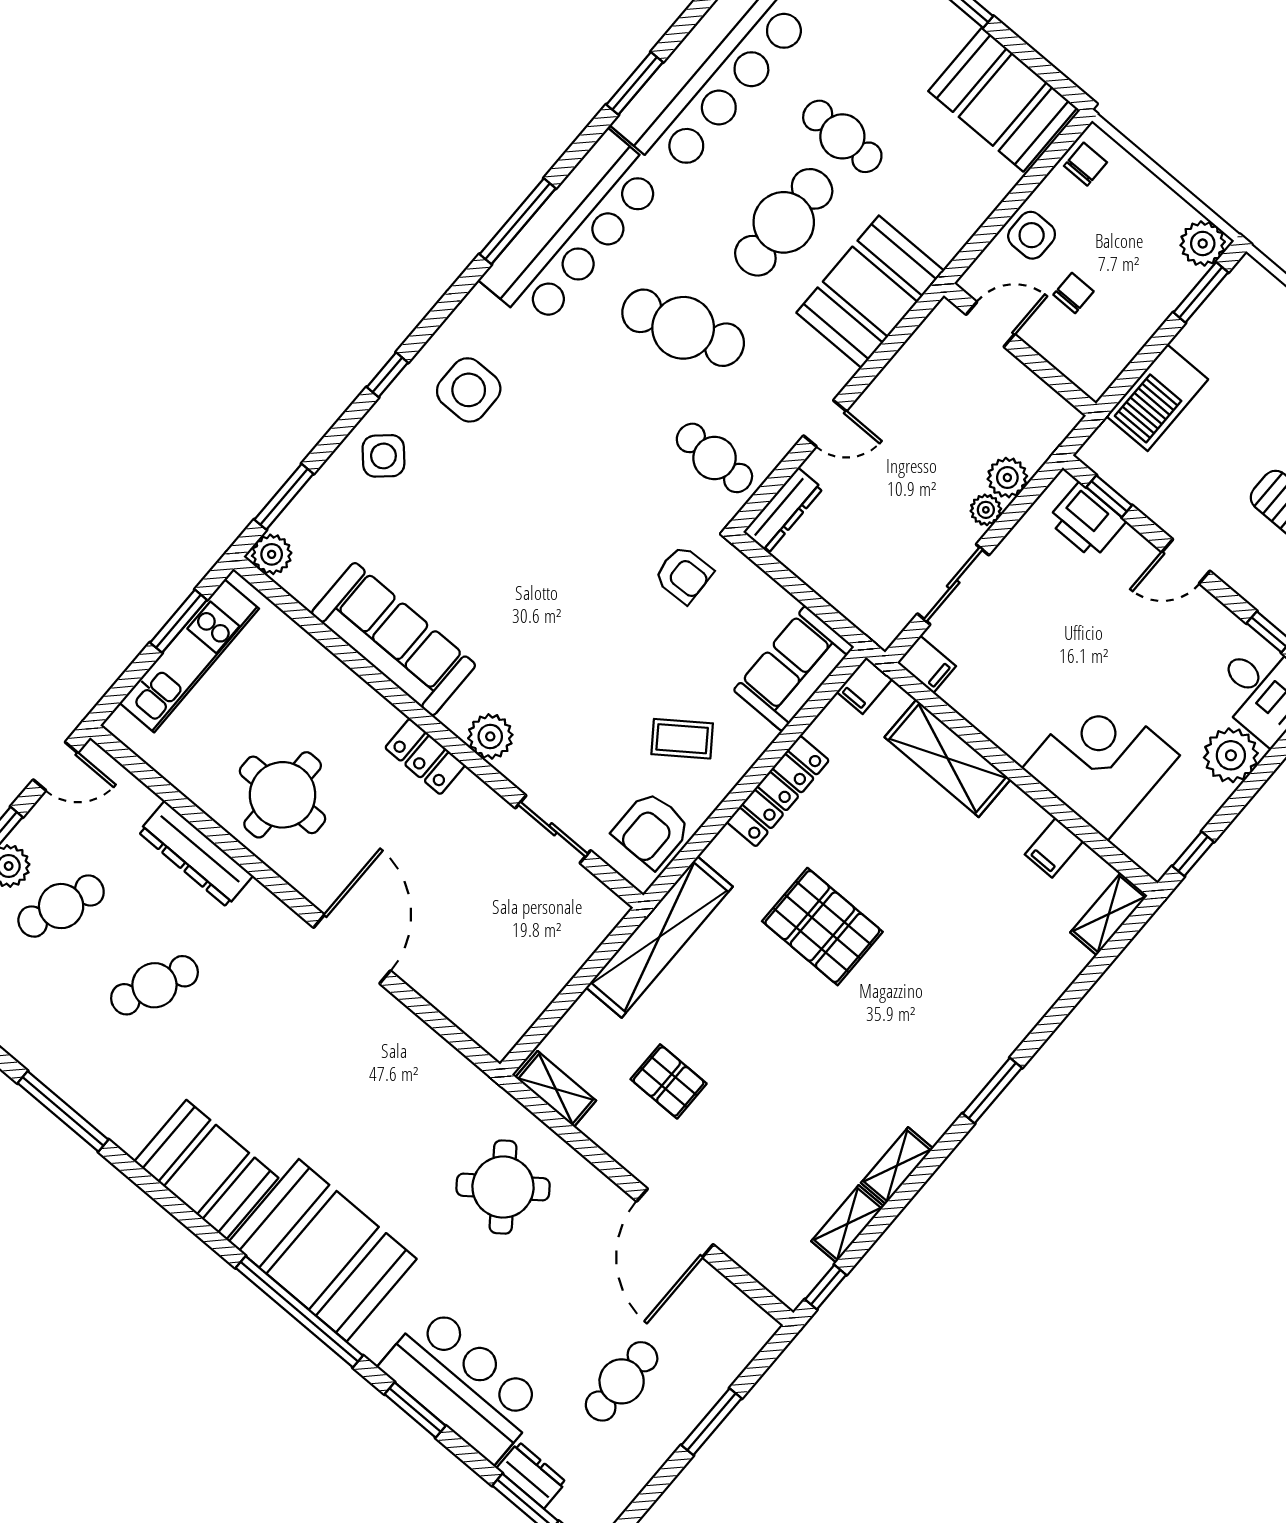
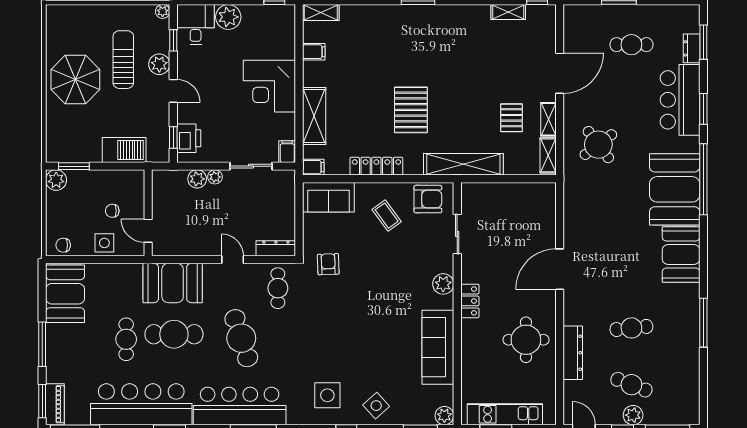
plant: (1249, 575) -> (159, 64), added
corner desk: (1101, 762) -> (269, 86), moved
cafe table: (154, 985) -> (631, 328), turned -30
shelving: (897, 1166) -> (548, 119), moved, turned 90

